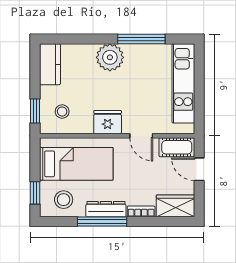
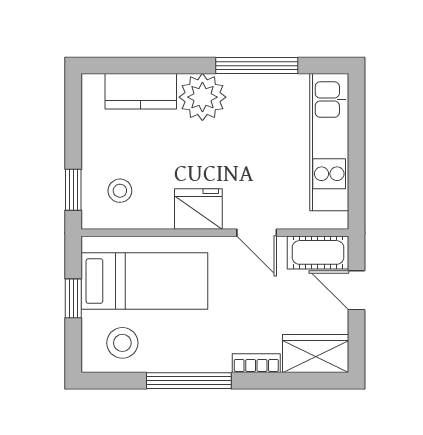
kitchen counter: (50, 64) -> (141, 91), moved, turned 90
window: (35, 193) -> (73, 298), moved
dresser: (106, 209) -> (196, 359), removed

